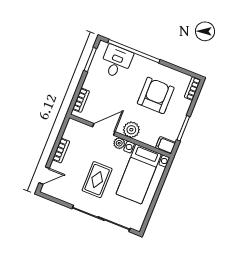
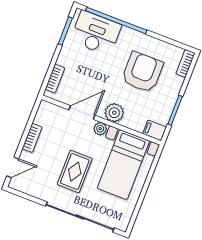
desk: (116, 62) -> (96, 33), width x1.37

